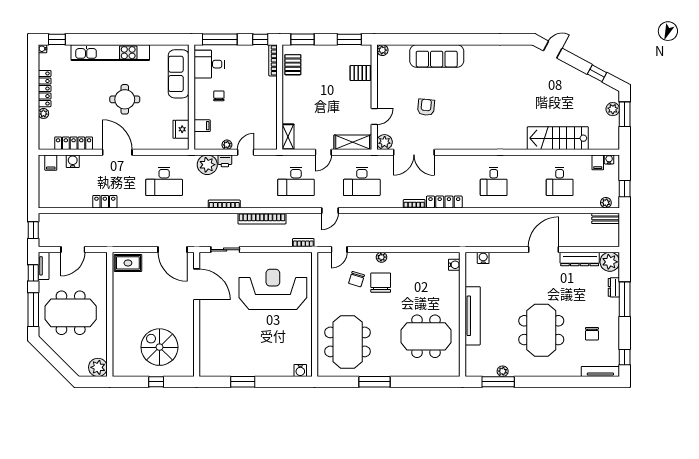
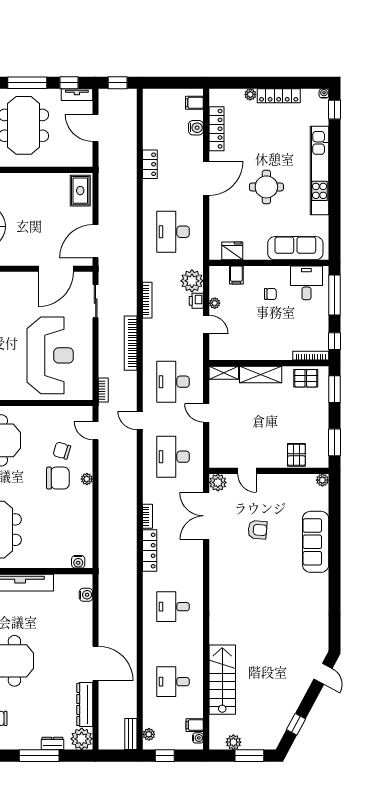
plant: (613, 109) -> (233, 742), moved
shelving: (353, 142) -> (261, 374), moved, turned 90

